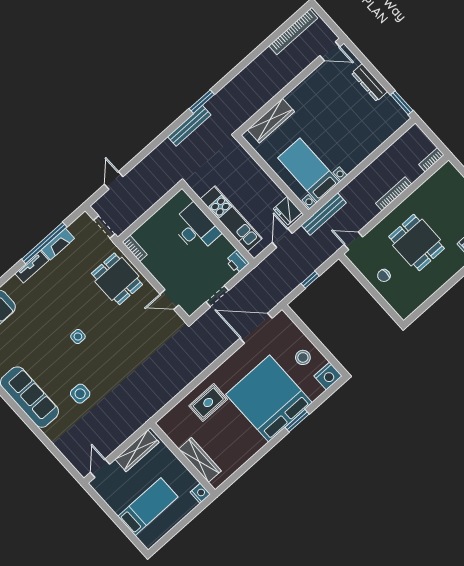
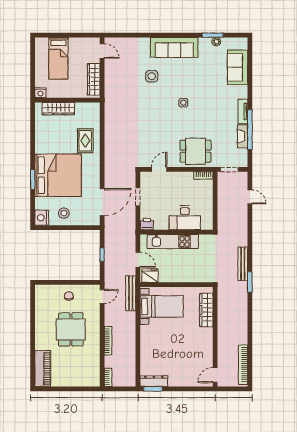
dresser: (369, 83) -> (154, 381), moved
dining table: (417, 243) -> (71, 329), turned 90

